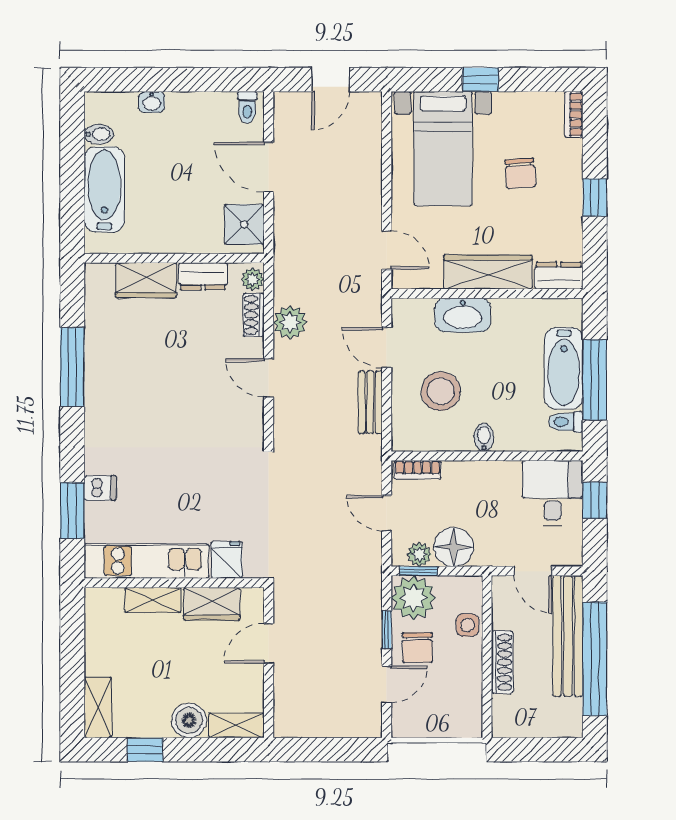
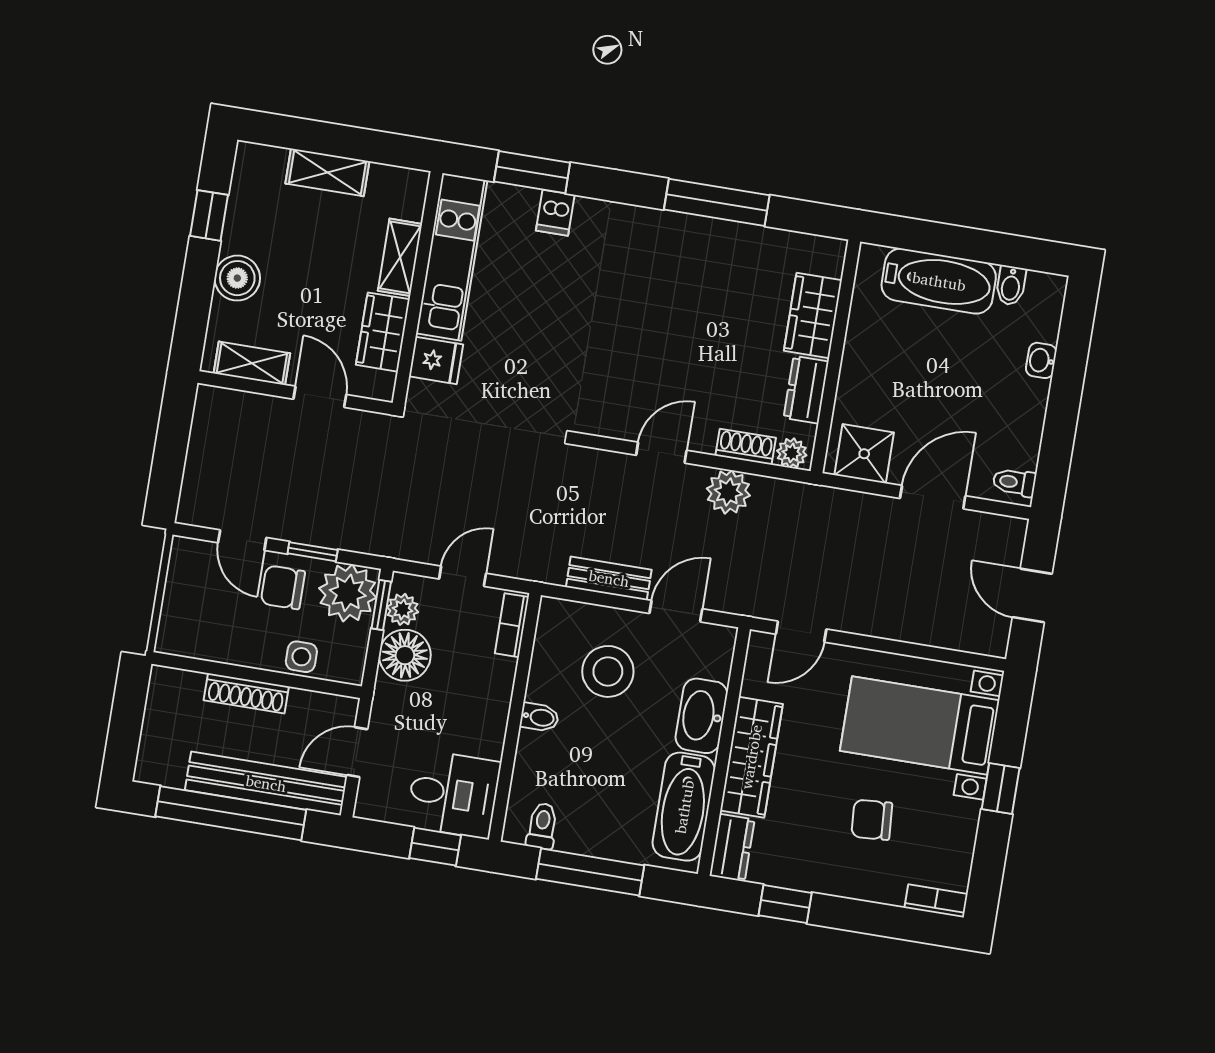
window: (595, 198) -> (785, 904), moved
bathtub: (564, 368) -> (684, 807), moved, turned -90
shelving: (98, 707) -> (327, 172), moved
shelving: (236, 725) -> (252, 363), moved, turned 90

